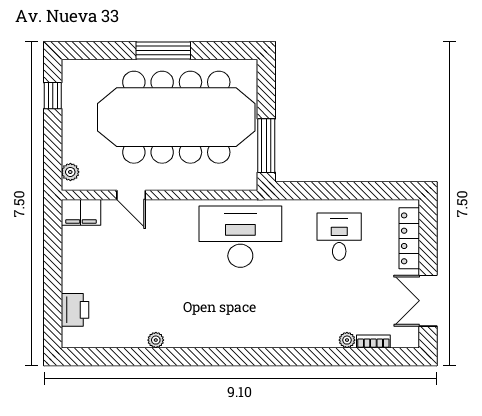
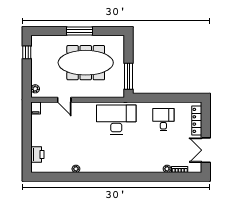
meeting table: (176, 117) -> (86, 63), width x0.73, depth x0.79
filing cabinet: (81, 212) -> (36, 108), width x0.50

